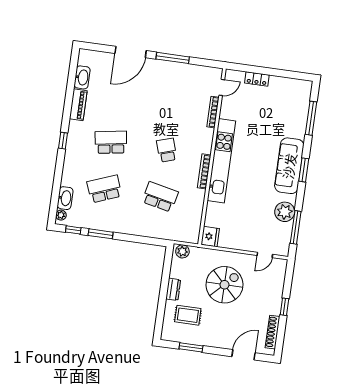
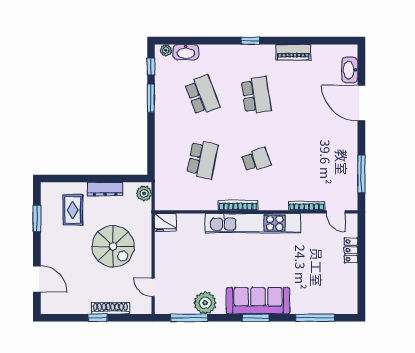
window: (173, 58) -> (361, 174), moved
washbasin: (82, 77) -> (350, 70), moved, turned 90
dresser: (173, 289) -> (105, 189), width x1.44
shoe rack: (273, 332) -> (110, 308), moved

